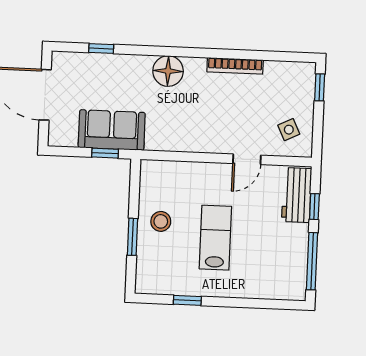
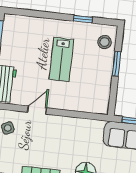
stool: (161, 221) -> (104, 42), moved

